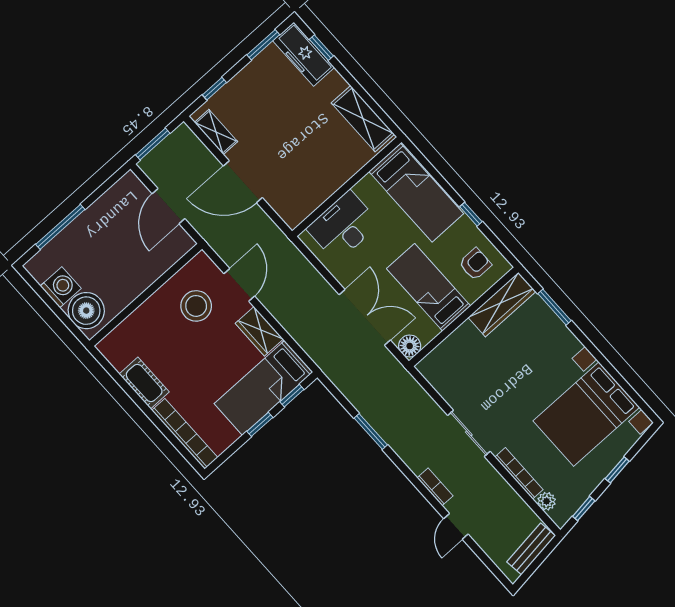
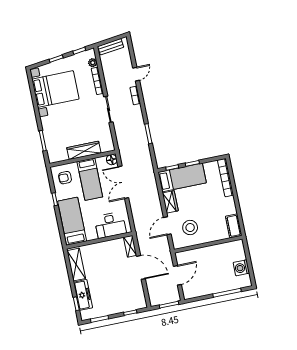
freezer: (304, 54) -> (83, 295), moved
shelving: (216, 132) -> (130, 246), moved
wardrobe: (502, 305) -> (84, 150), moved
boiler: (86, 311) -> (236, 252), removed
cot: (144, 383) -> (234, 226), moved

